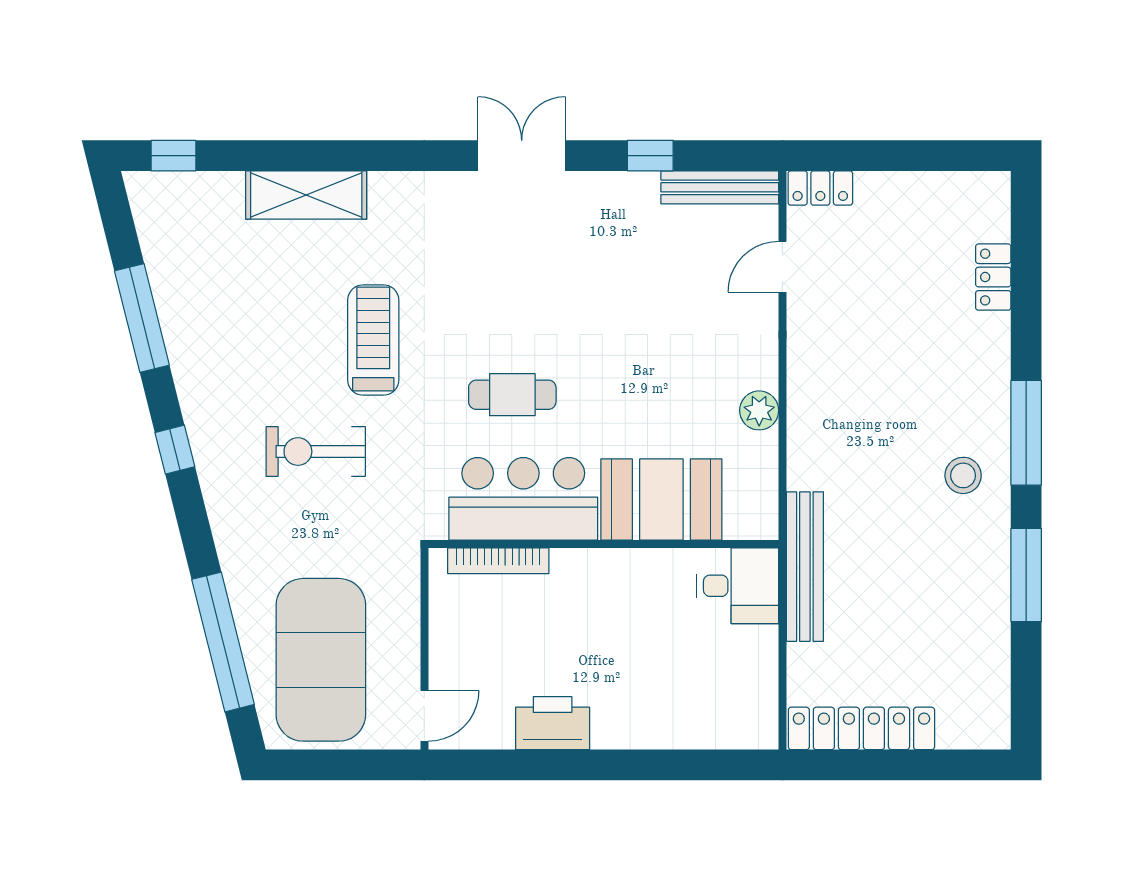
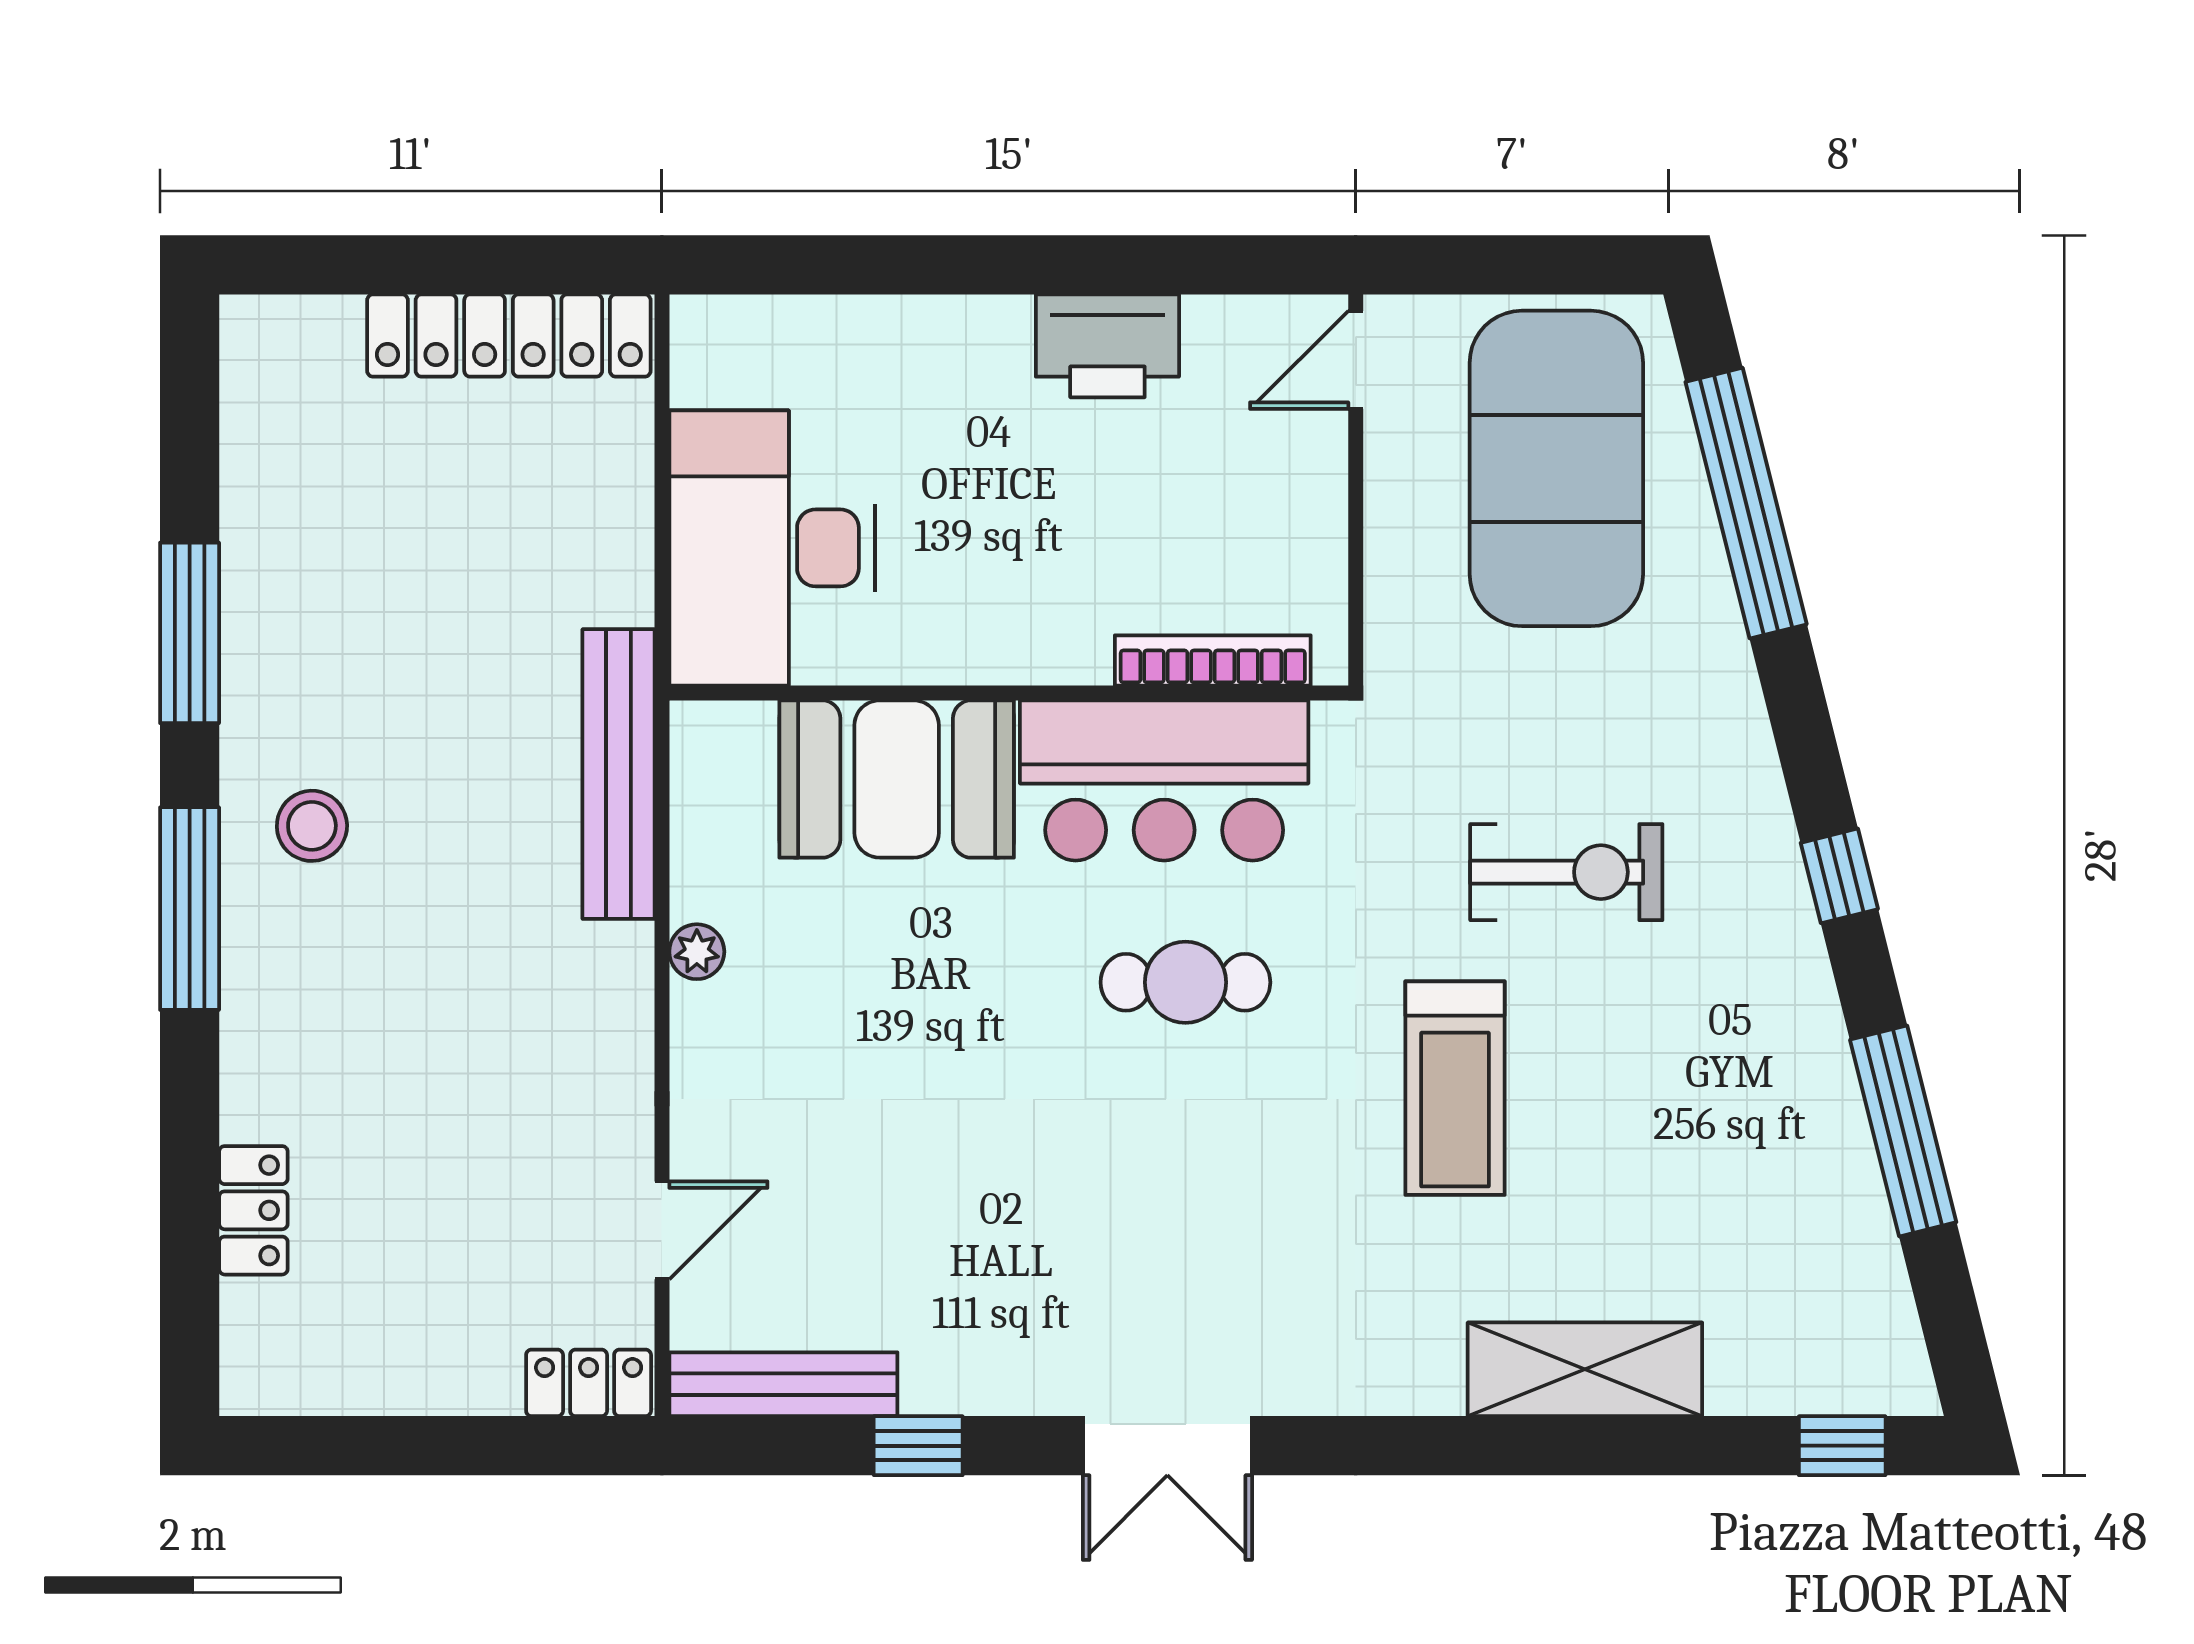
plant: (759, 410) -> (697, 952), width x0.73, depth x0.73
bench: (805, 567) -> (619, 774), moved
desk: (738, 586) -> (772, 548), width x1.87, depth x1.30

